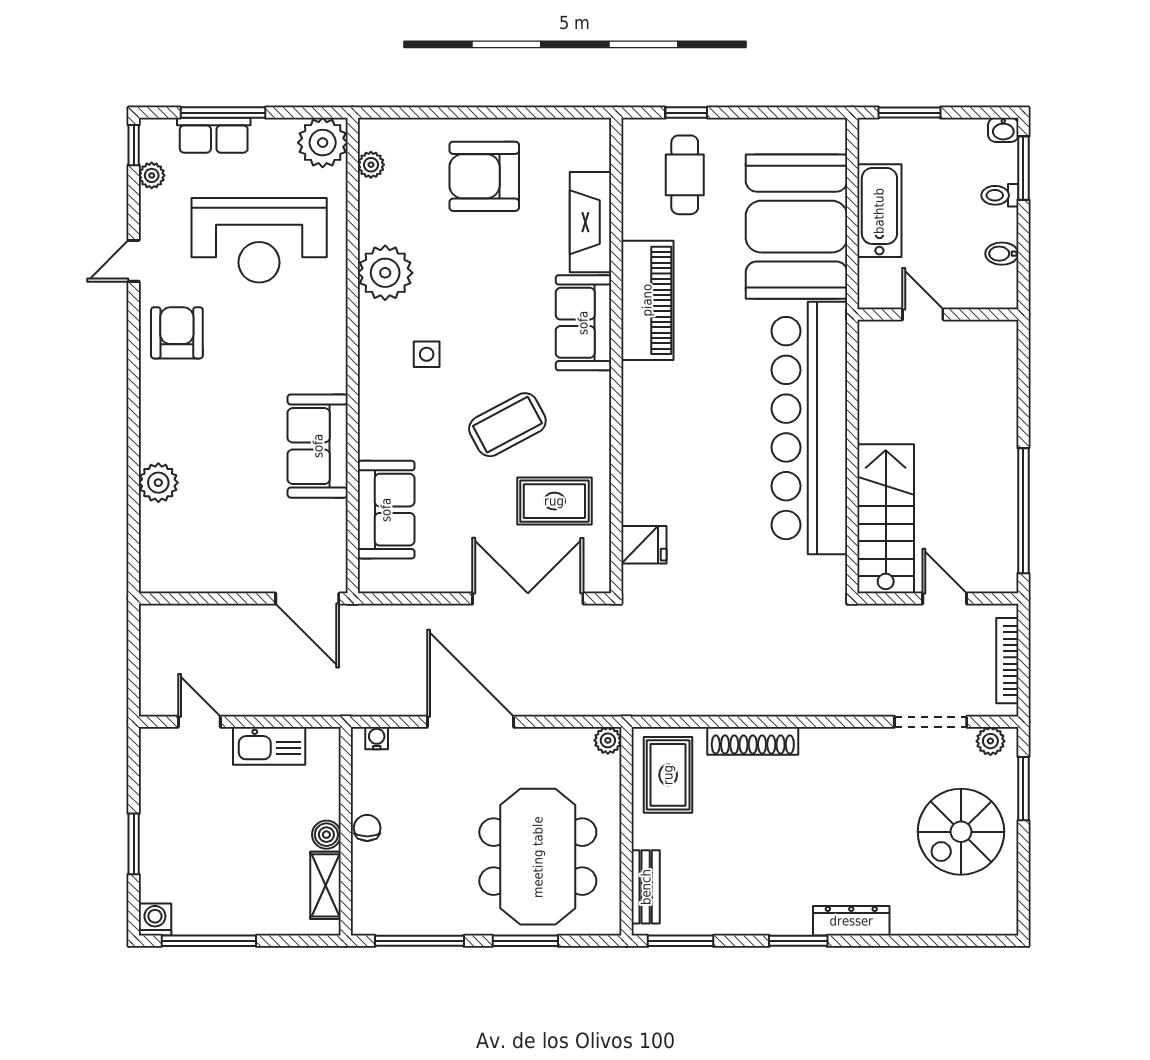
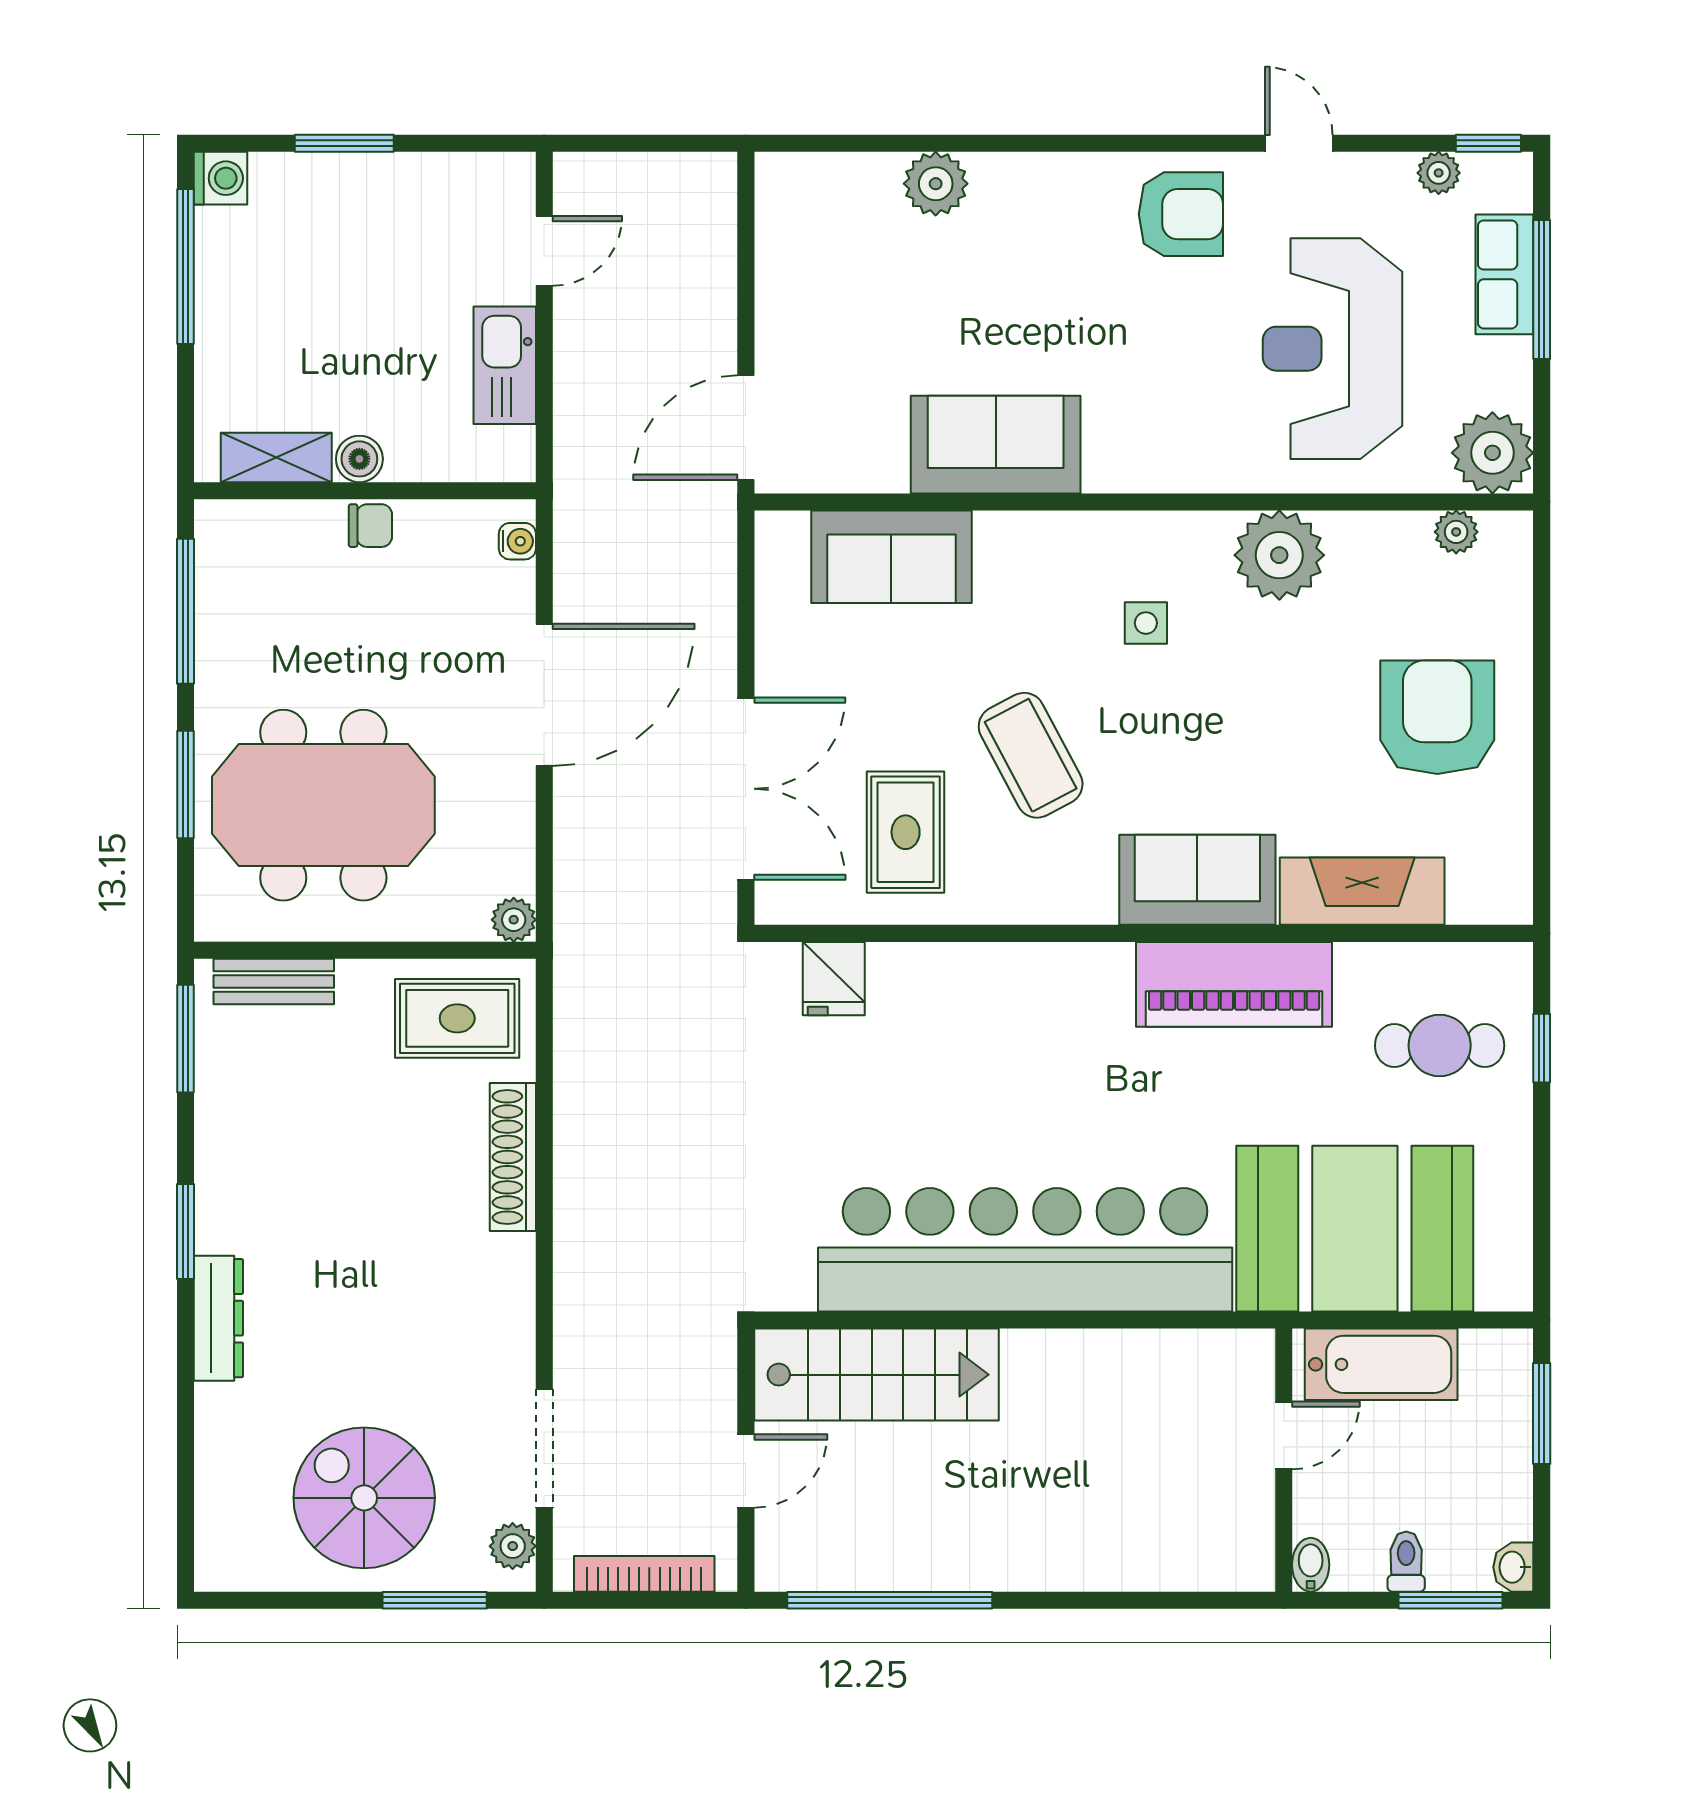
door: (923, 314) -> (1284, 1435), moved
wall: (938, 314) -> (1284, 1460), moved

